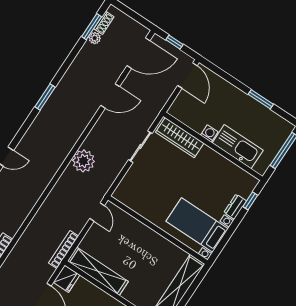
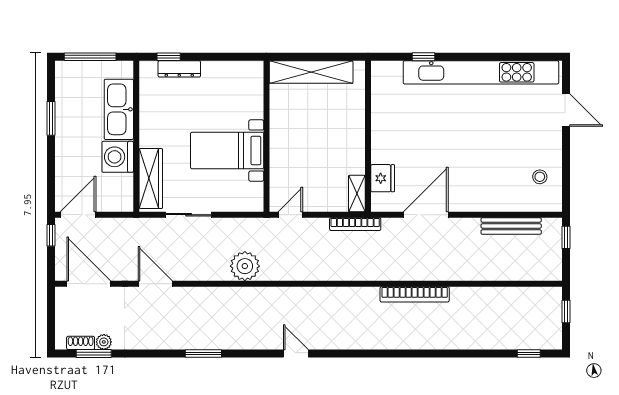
window: (174, 42) -> (51, 235), moved
washing machine: (209, 134) -> (118, 157), width x1.89, depth x1.89
dresser: (235, 207) -> (179, 69), width x1.44
bed with nightstands: (197, 225) -> (227, 151), moved, turned 90
shelving: (98, 271) -> (357, 193), width x0.45, depth x0.75
fridge: (67, 279) -> (383, 178), moved, turned 90

